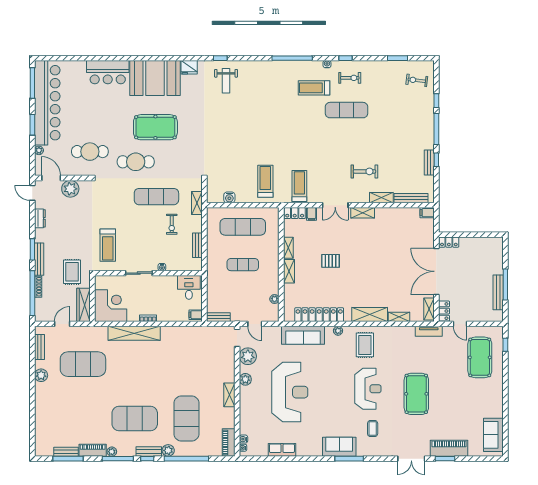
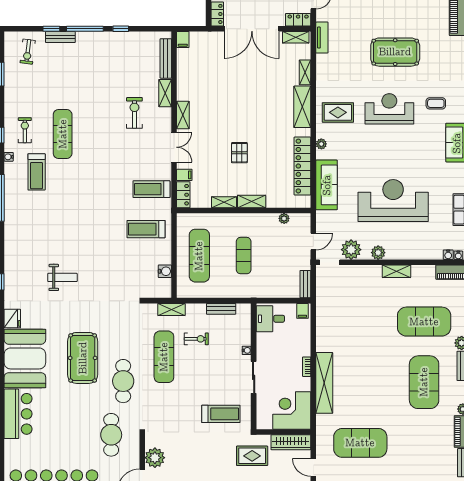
weight bench: (226, 81) -> (62, 277), moved
bench: (429, 163) -> (60, 37), moved
exercise mat: (83, 364) -> (360, 443), turned 90

